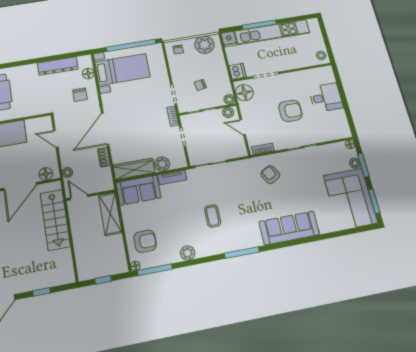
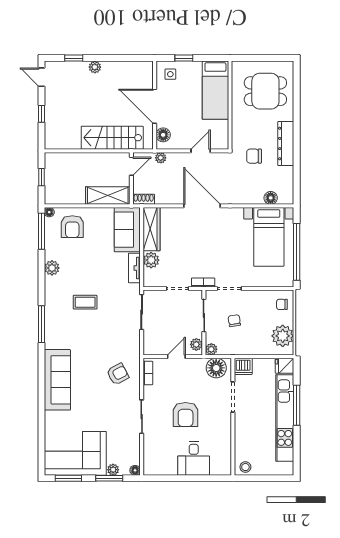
dresser: (58, 66) -> (286, 144), moved
chair: (80, 95) -> (254, 156), moved
shoe rack: (104, 157) -> (144, 199), moved

